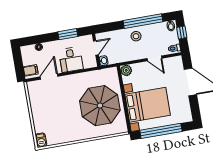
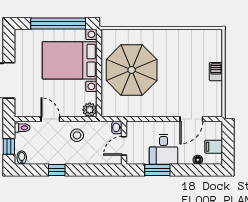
window: (143, 21) -> (57, 170), width x0.32
stool: (136, 36) -> (77, 135), moved
desk: (71, 59) -> (164, 149), moved, turned 180
filing cabinet: (31, 70) -> (214, 147), moved
barbecue: (41, 140) -> (216, 72), moved

